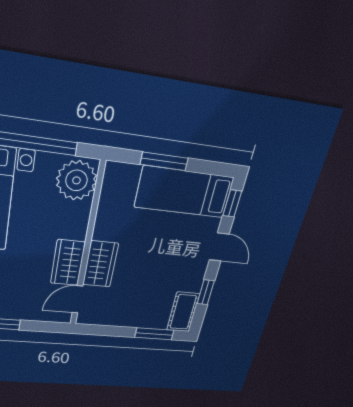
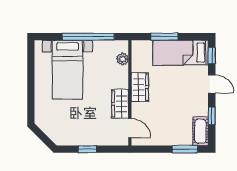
plant: (76, 180) -> (122, 59), width x0.53, depth x0.53
wardrobe: (100, 264) -> (140, 87), moved
door: (77, 299) -> (130, 128), swing flipped

